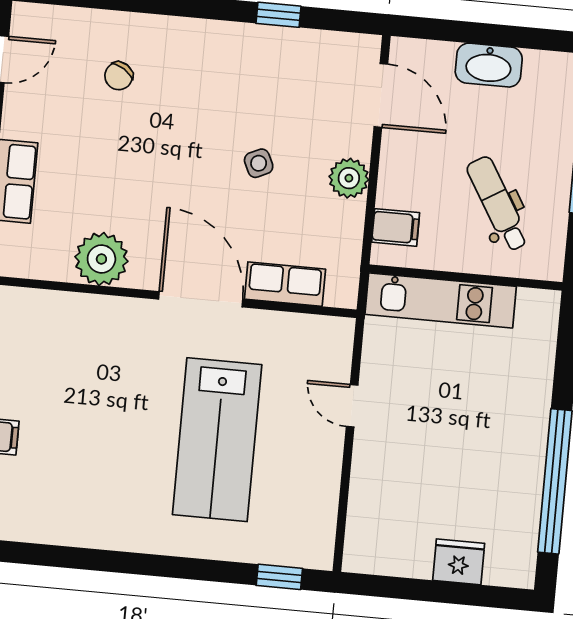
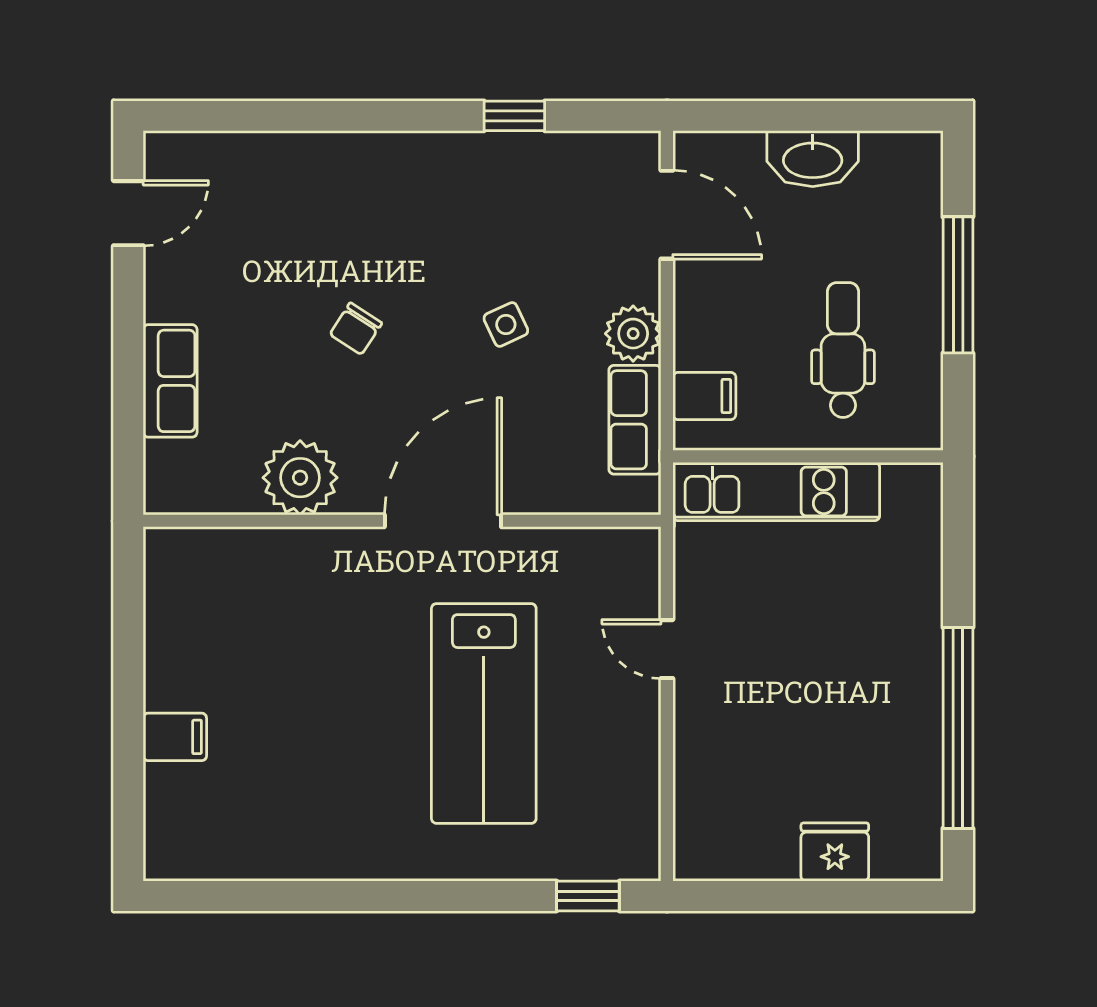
chair: (119, 76) -> (356, 329), moved
dental chair: (498, 204) -> (843, 350), turned 31
row of seats: (285, 284) -> (635, 420), moved, turned -90
door: (201, 299) -> (443, 521), hinge flipped

